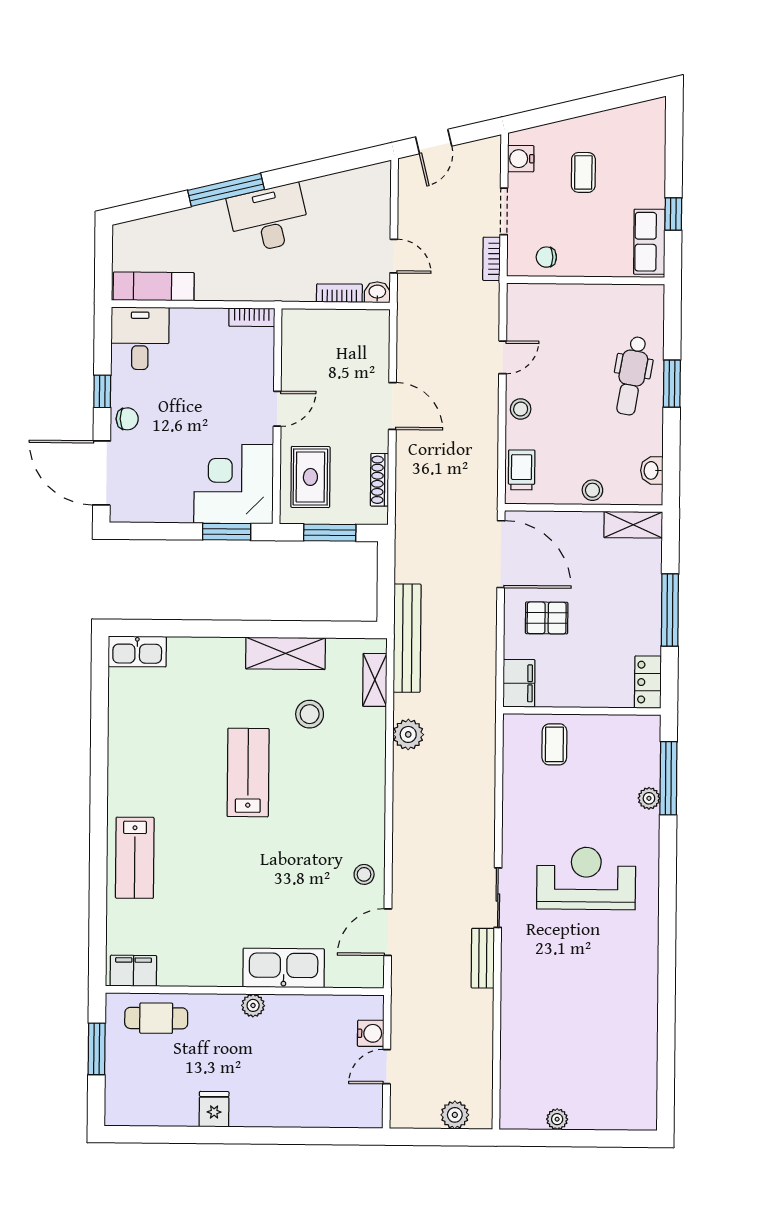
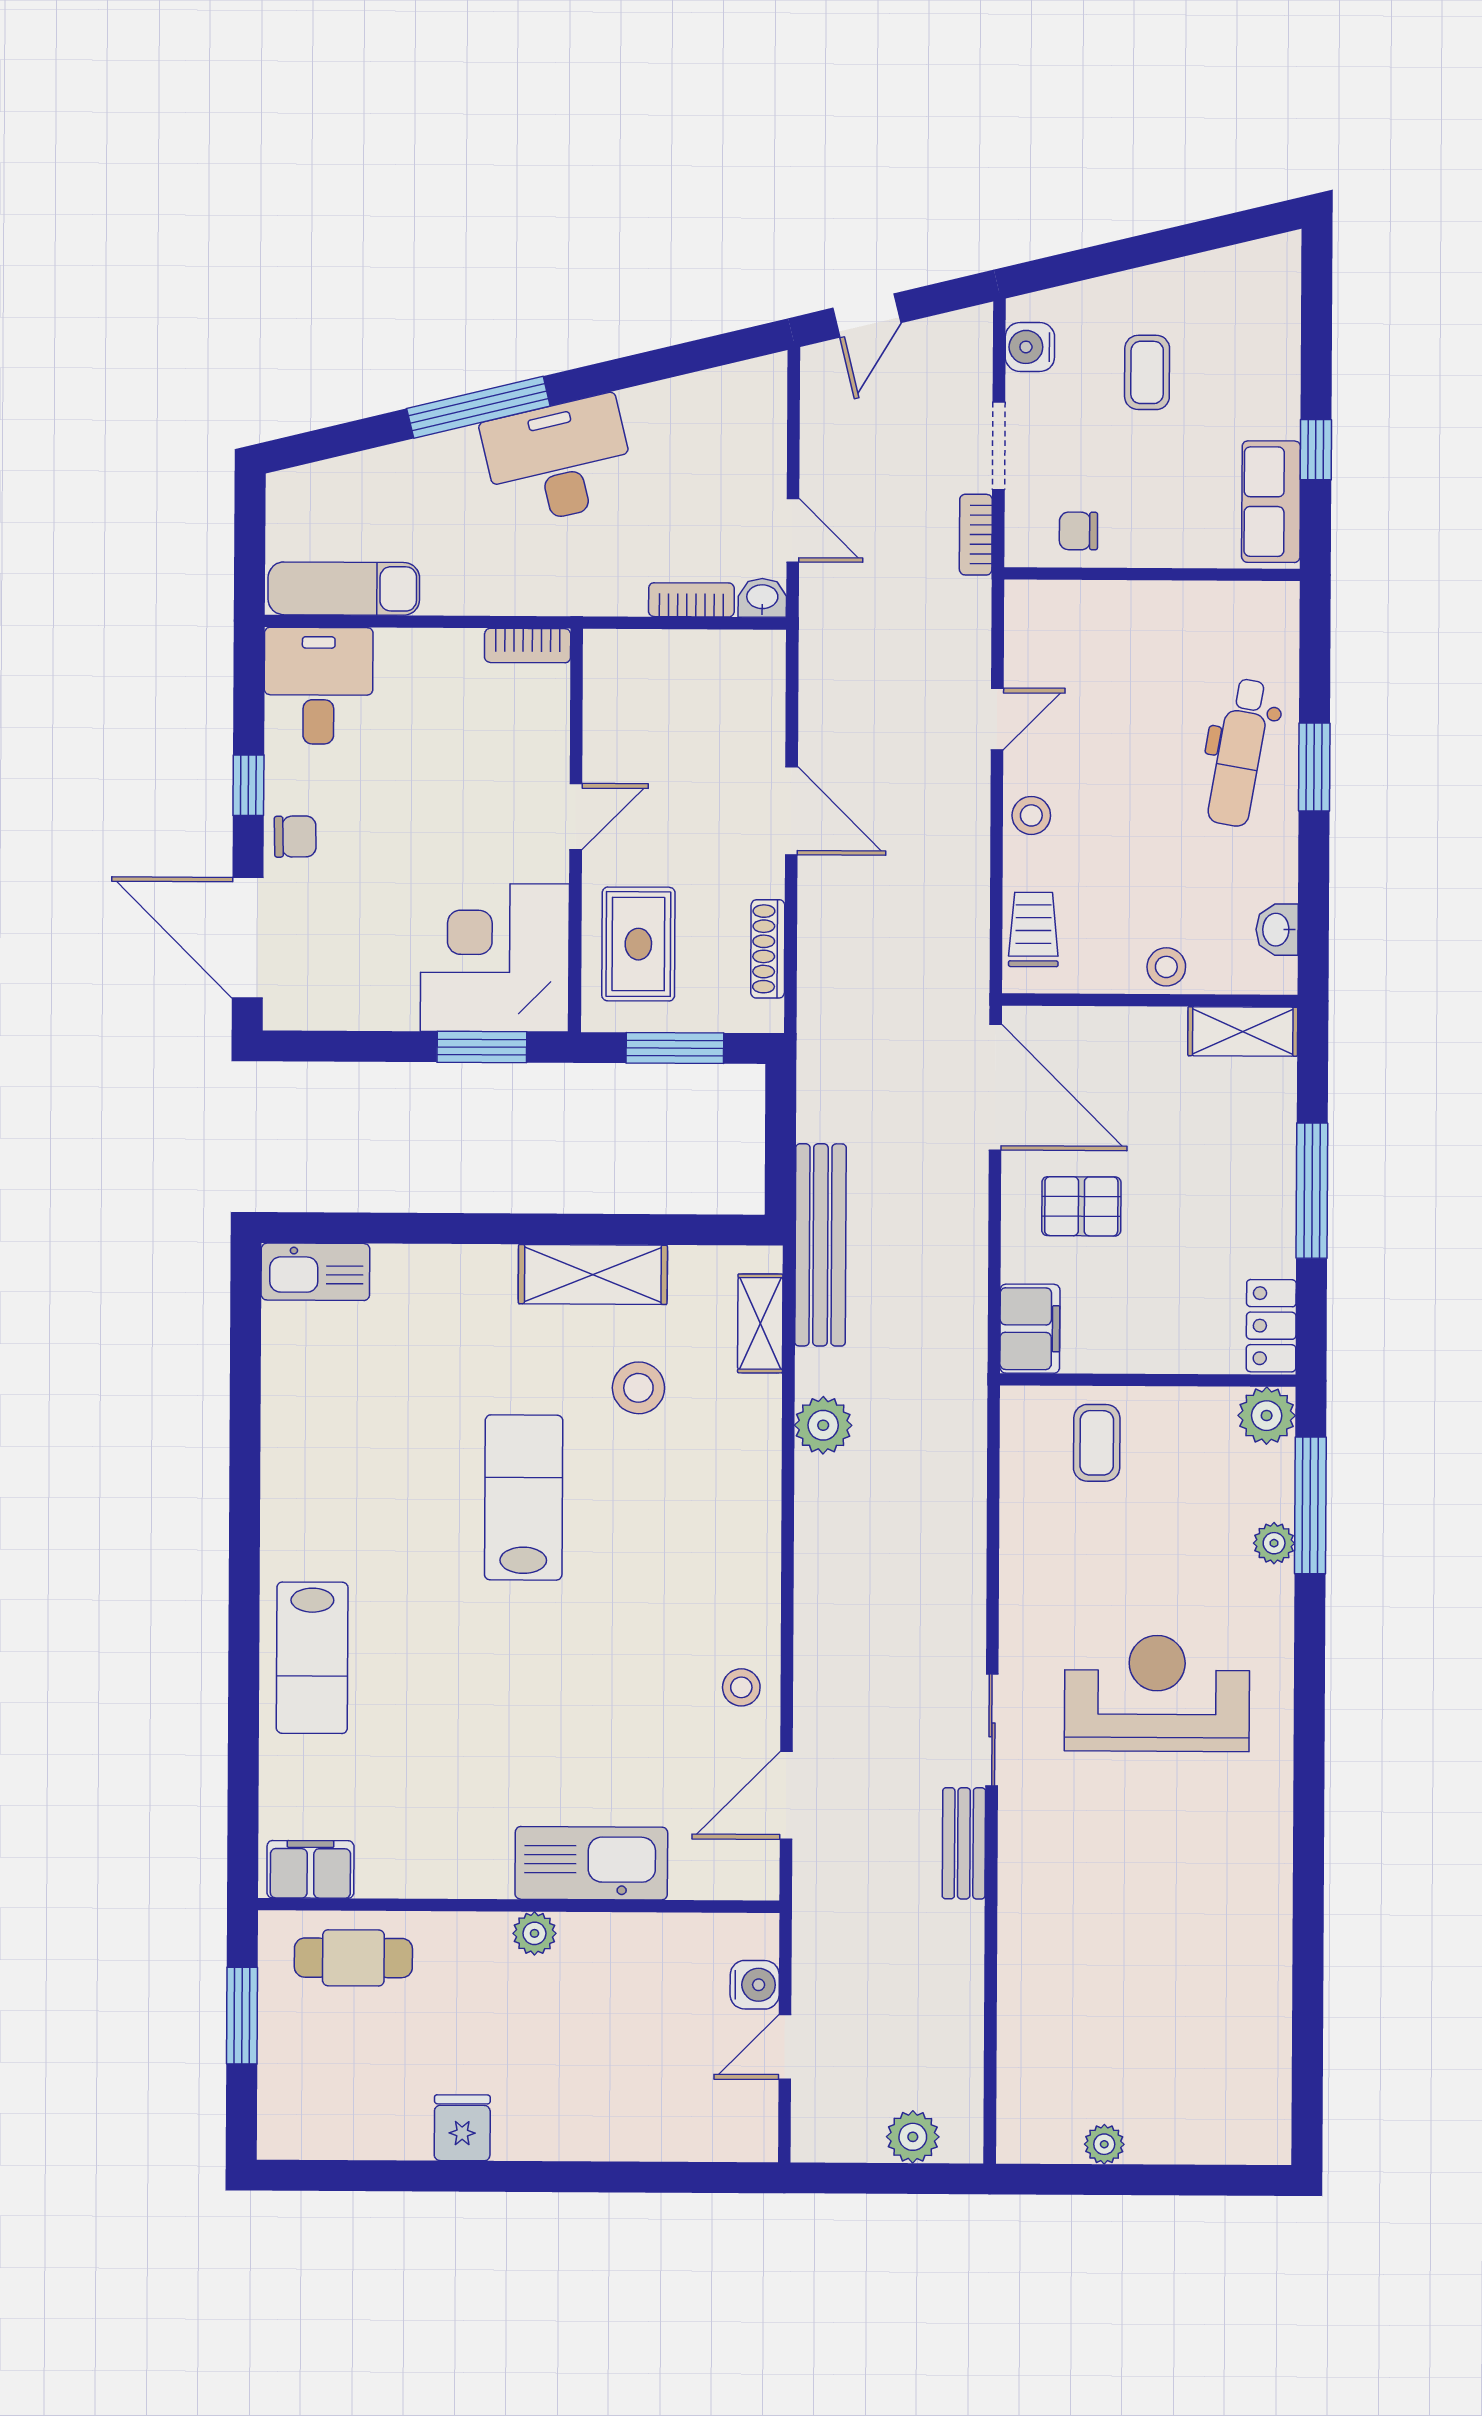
plant: (645, 730) -> (1267, 1416), added

